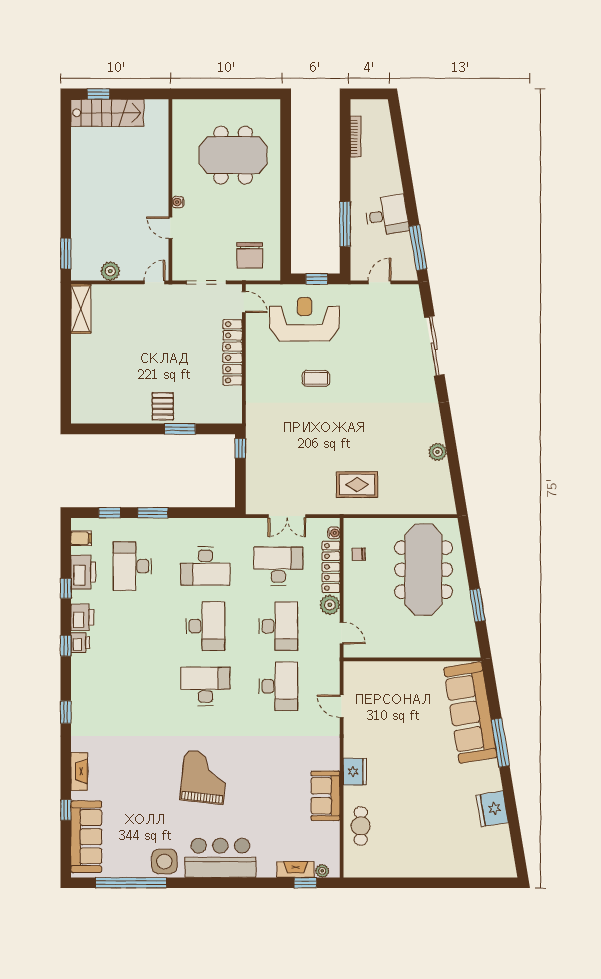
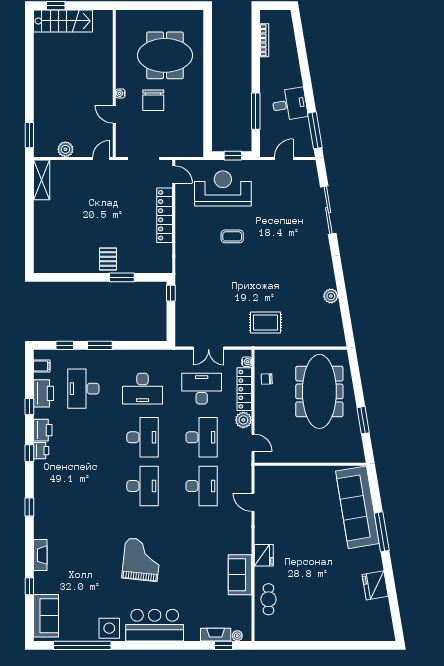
chair: (250, 255) -> (153, 100), moved
desk: (205, 686) -> (143, 486), turned 90
sofa: (86, 837) -> (46, 616), width x0.73

